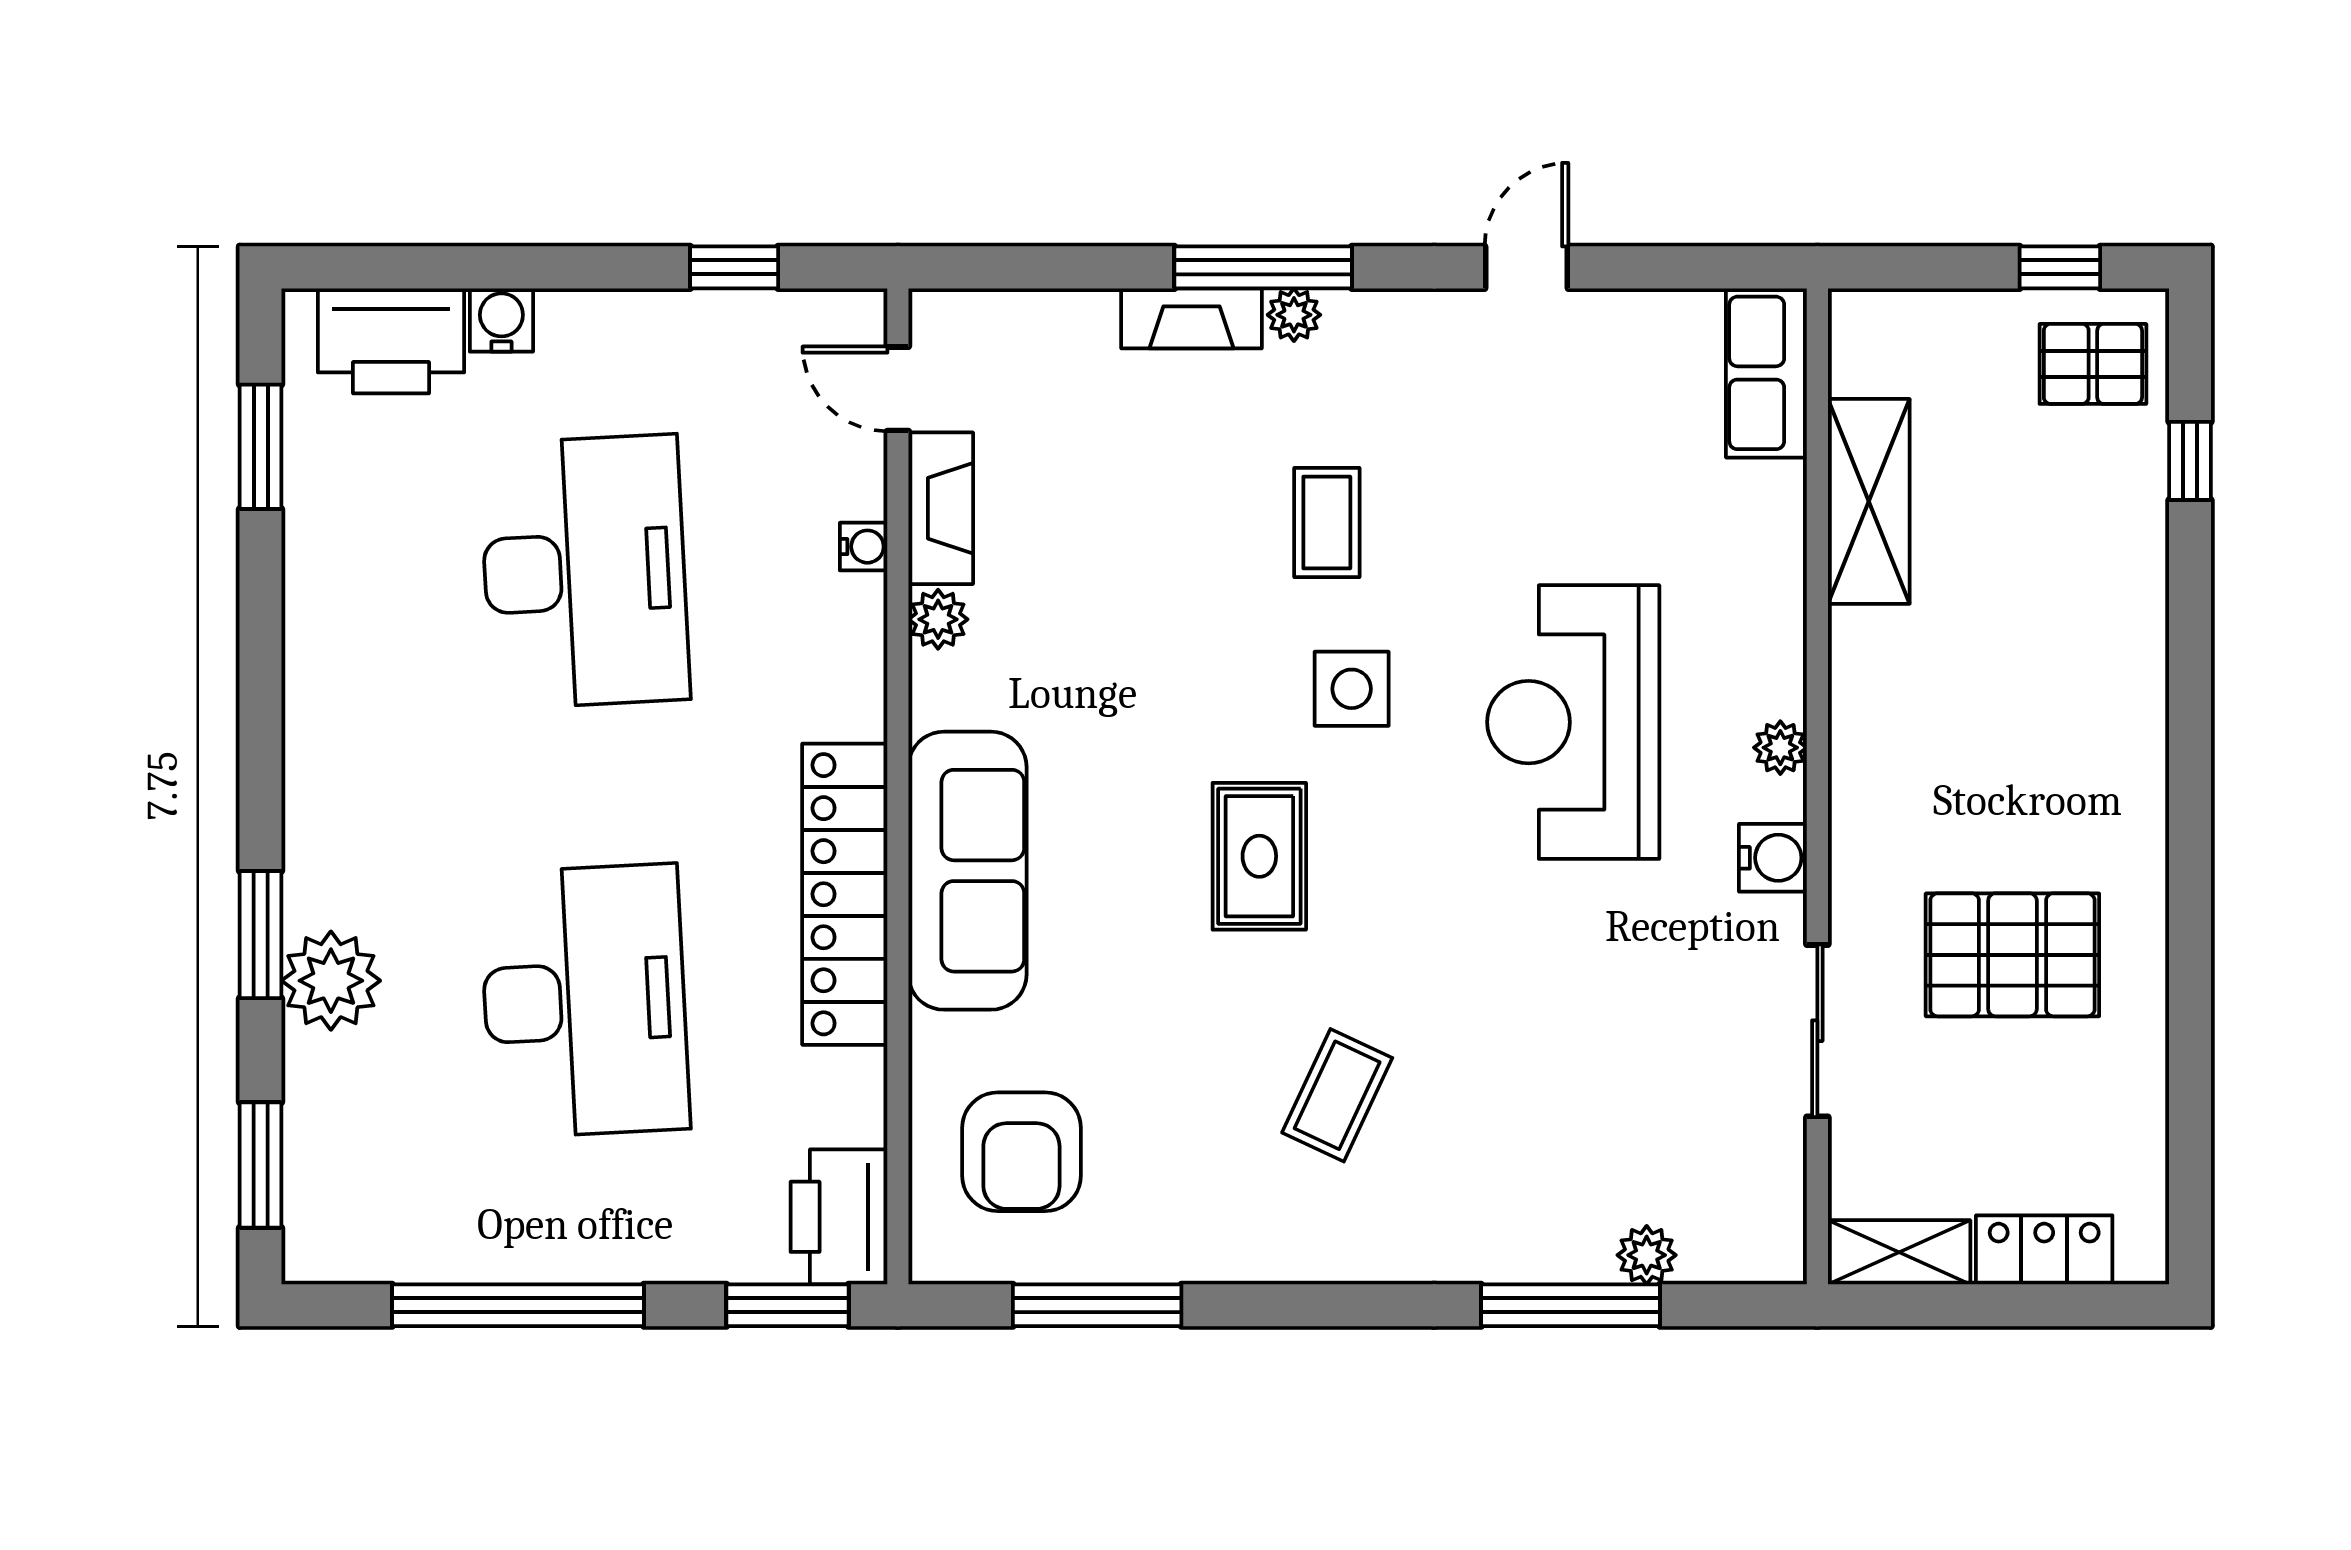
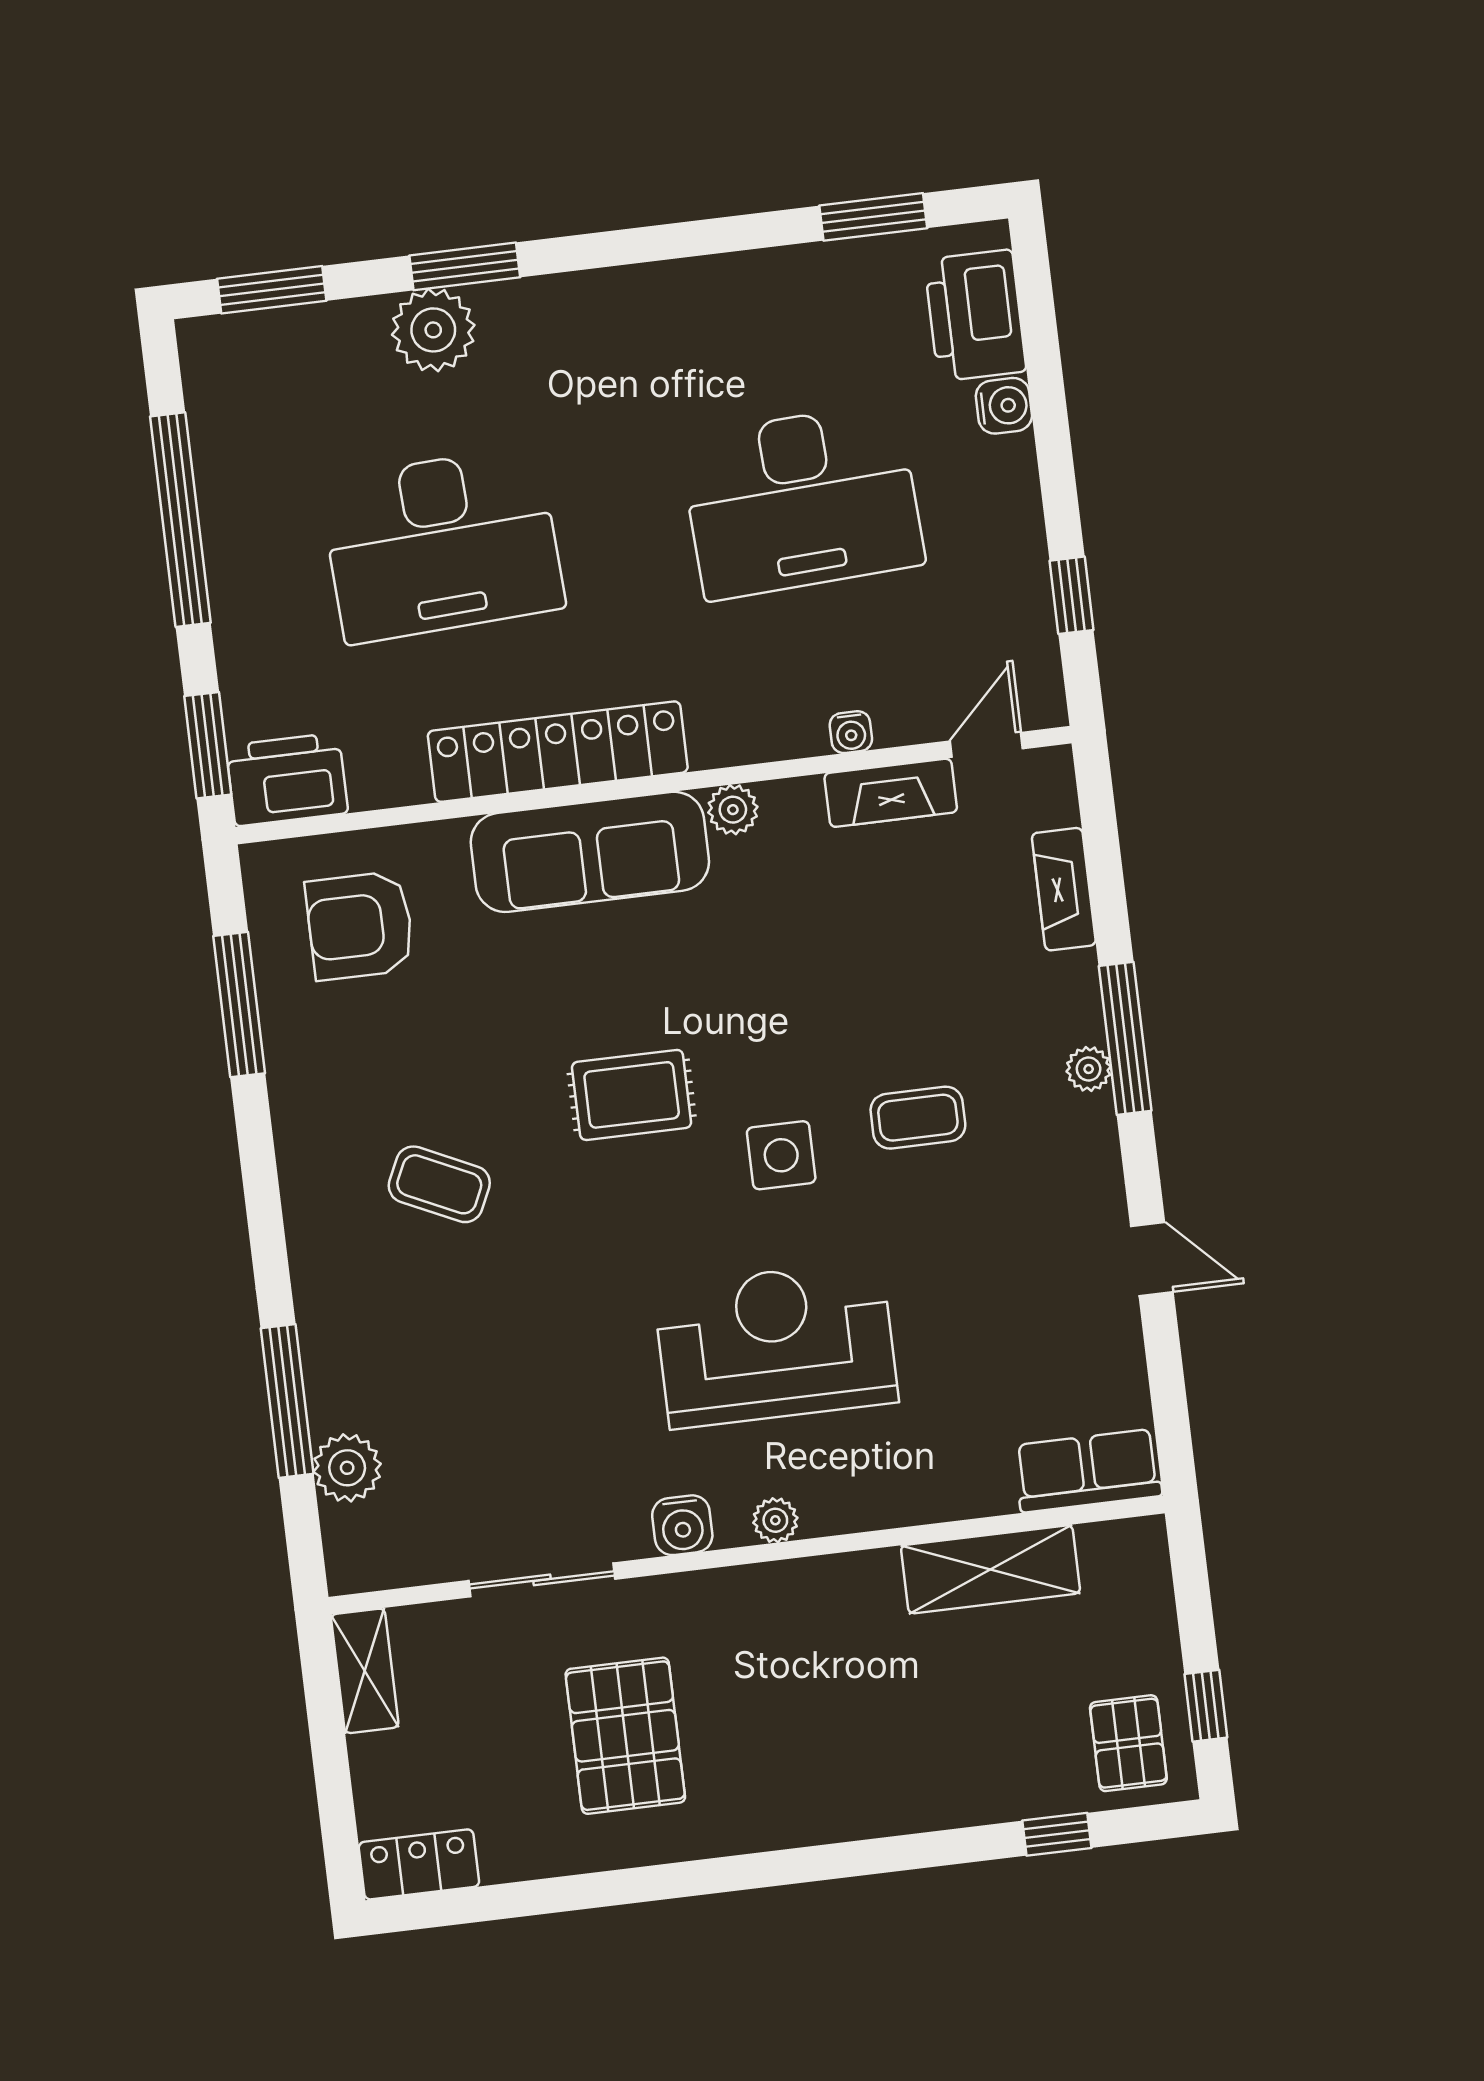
fireplace: (1191, 318) -> (1064, 889), moved
plant: (938, 619) -> (733, 810), moved
locker: (2044, 1250) -> (419, 1864), moved, turned -90
plant: (1647, 1255) -> (347, 1468), width x1.38, depth x1.38

